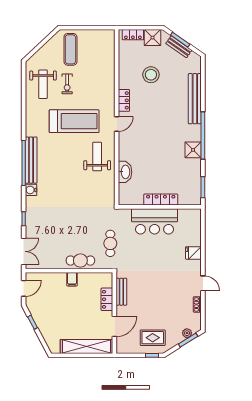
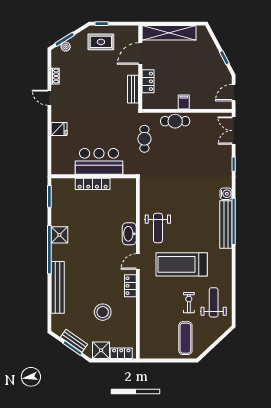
washbasin: (125, 172) -> (129, 234), moved

